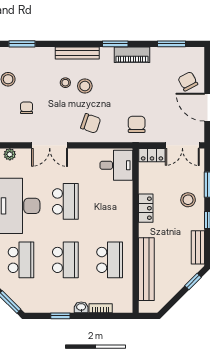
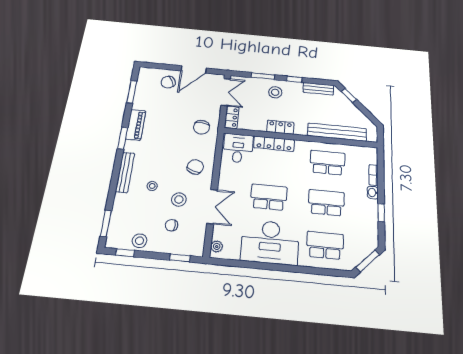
stool: (85, 86) -> (179, 200), moved
chair: (137, 124) -> (201, 127), turned -85
locker: (126, 203) -> (274, 144), added

